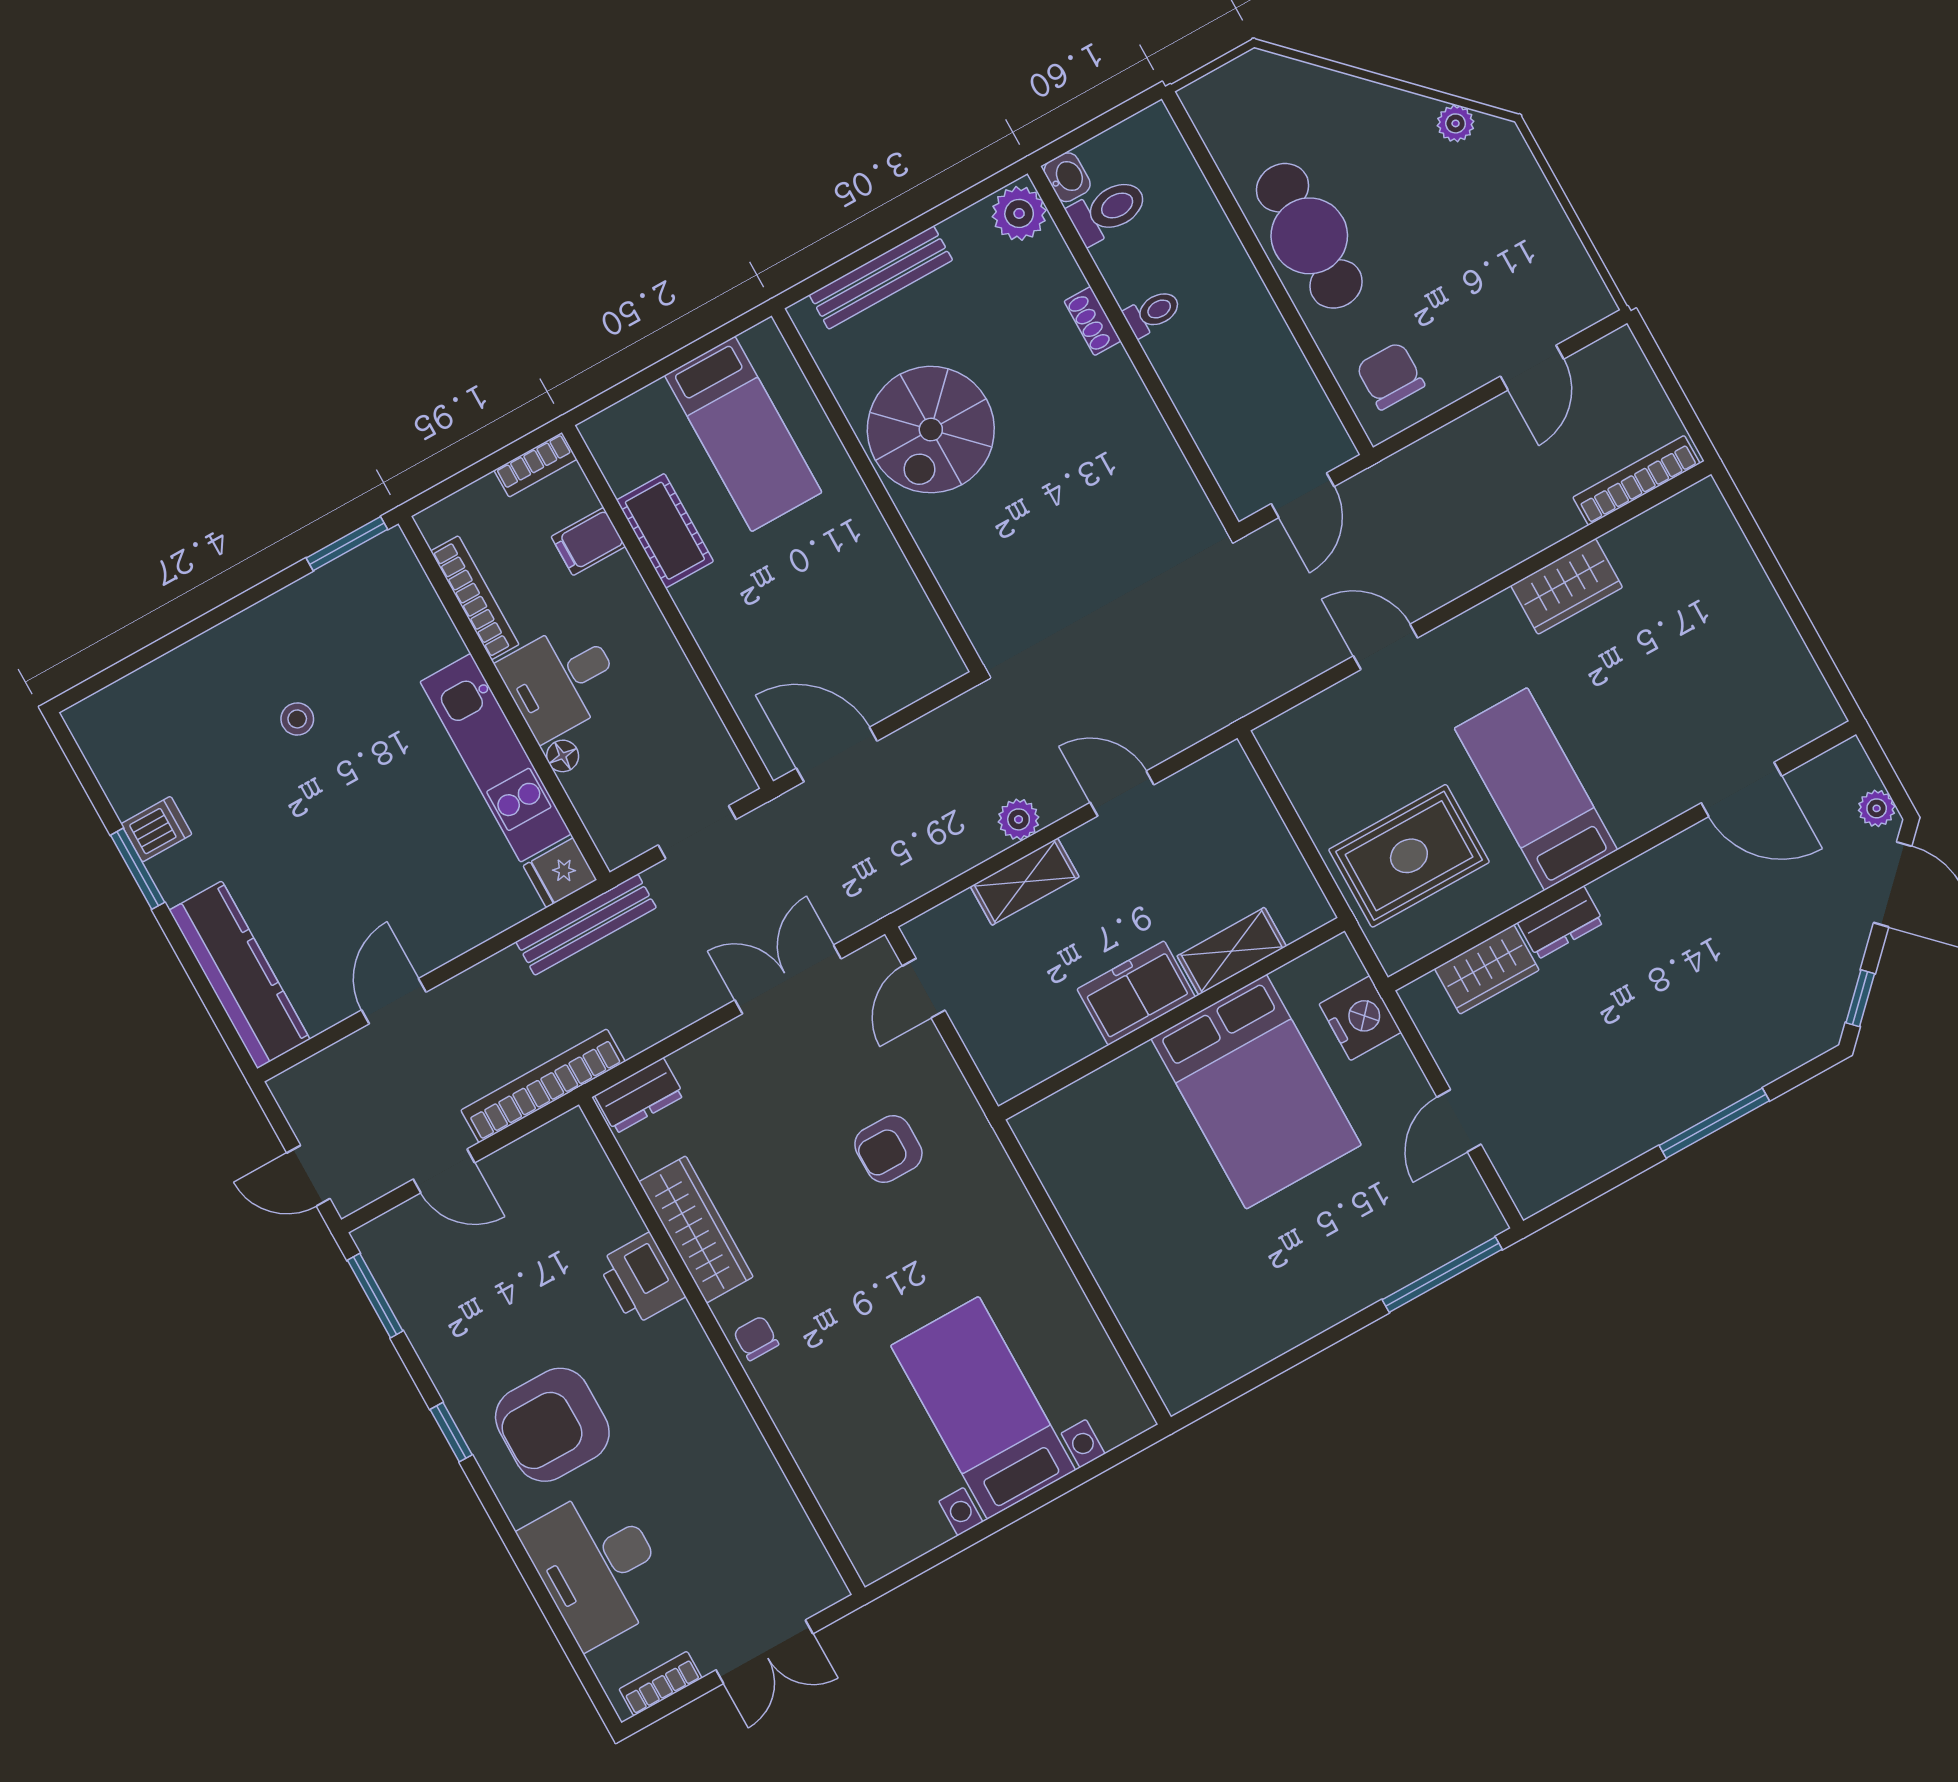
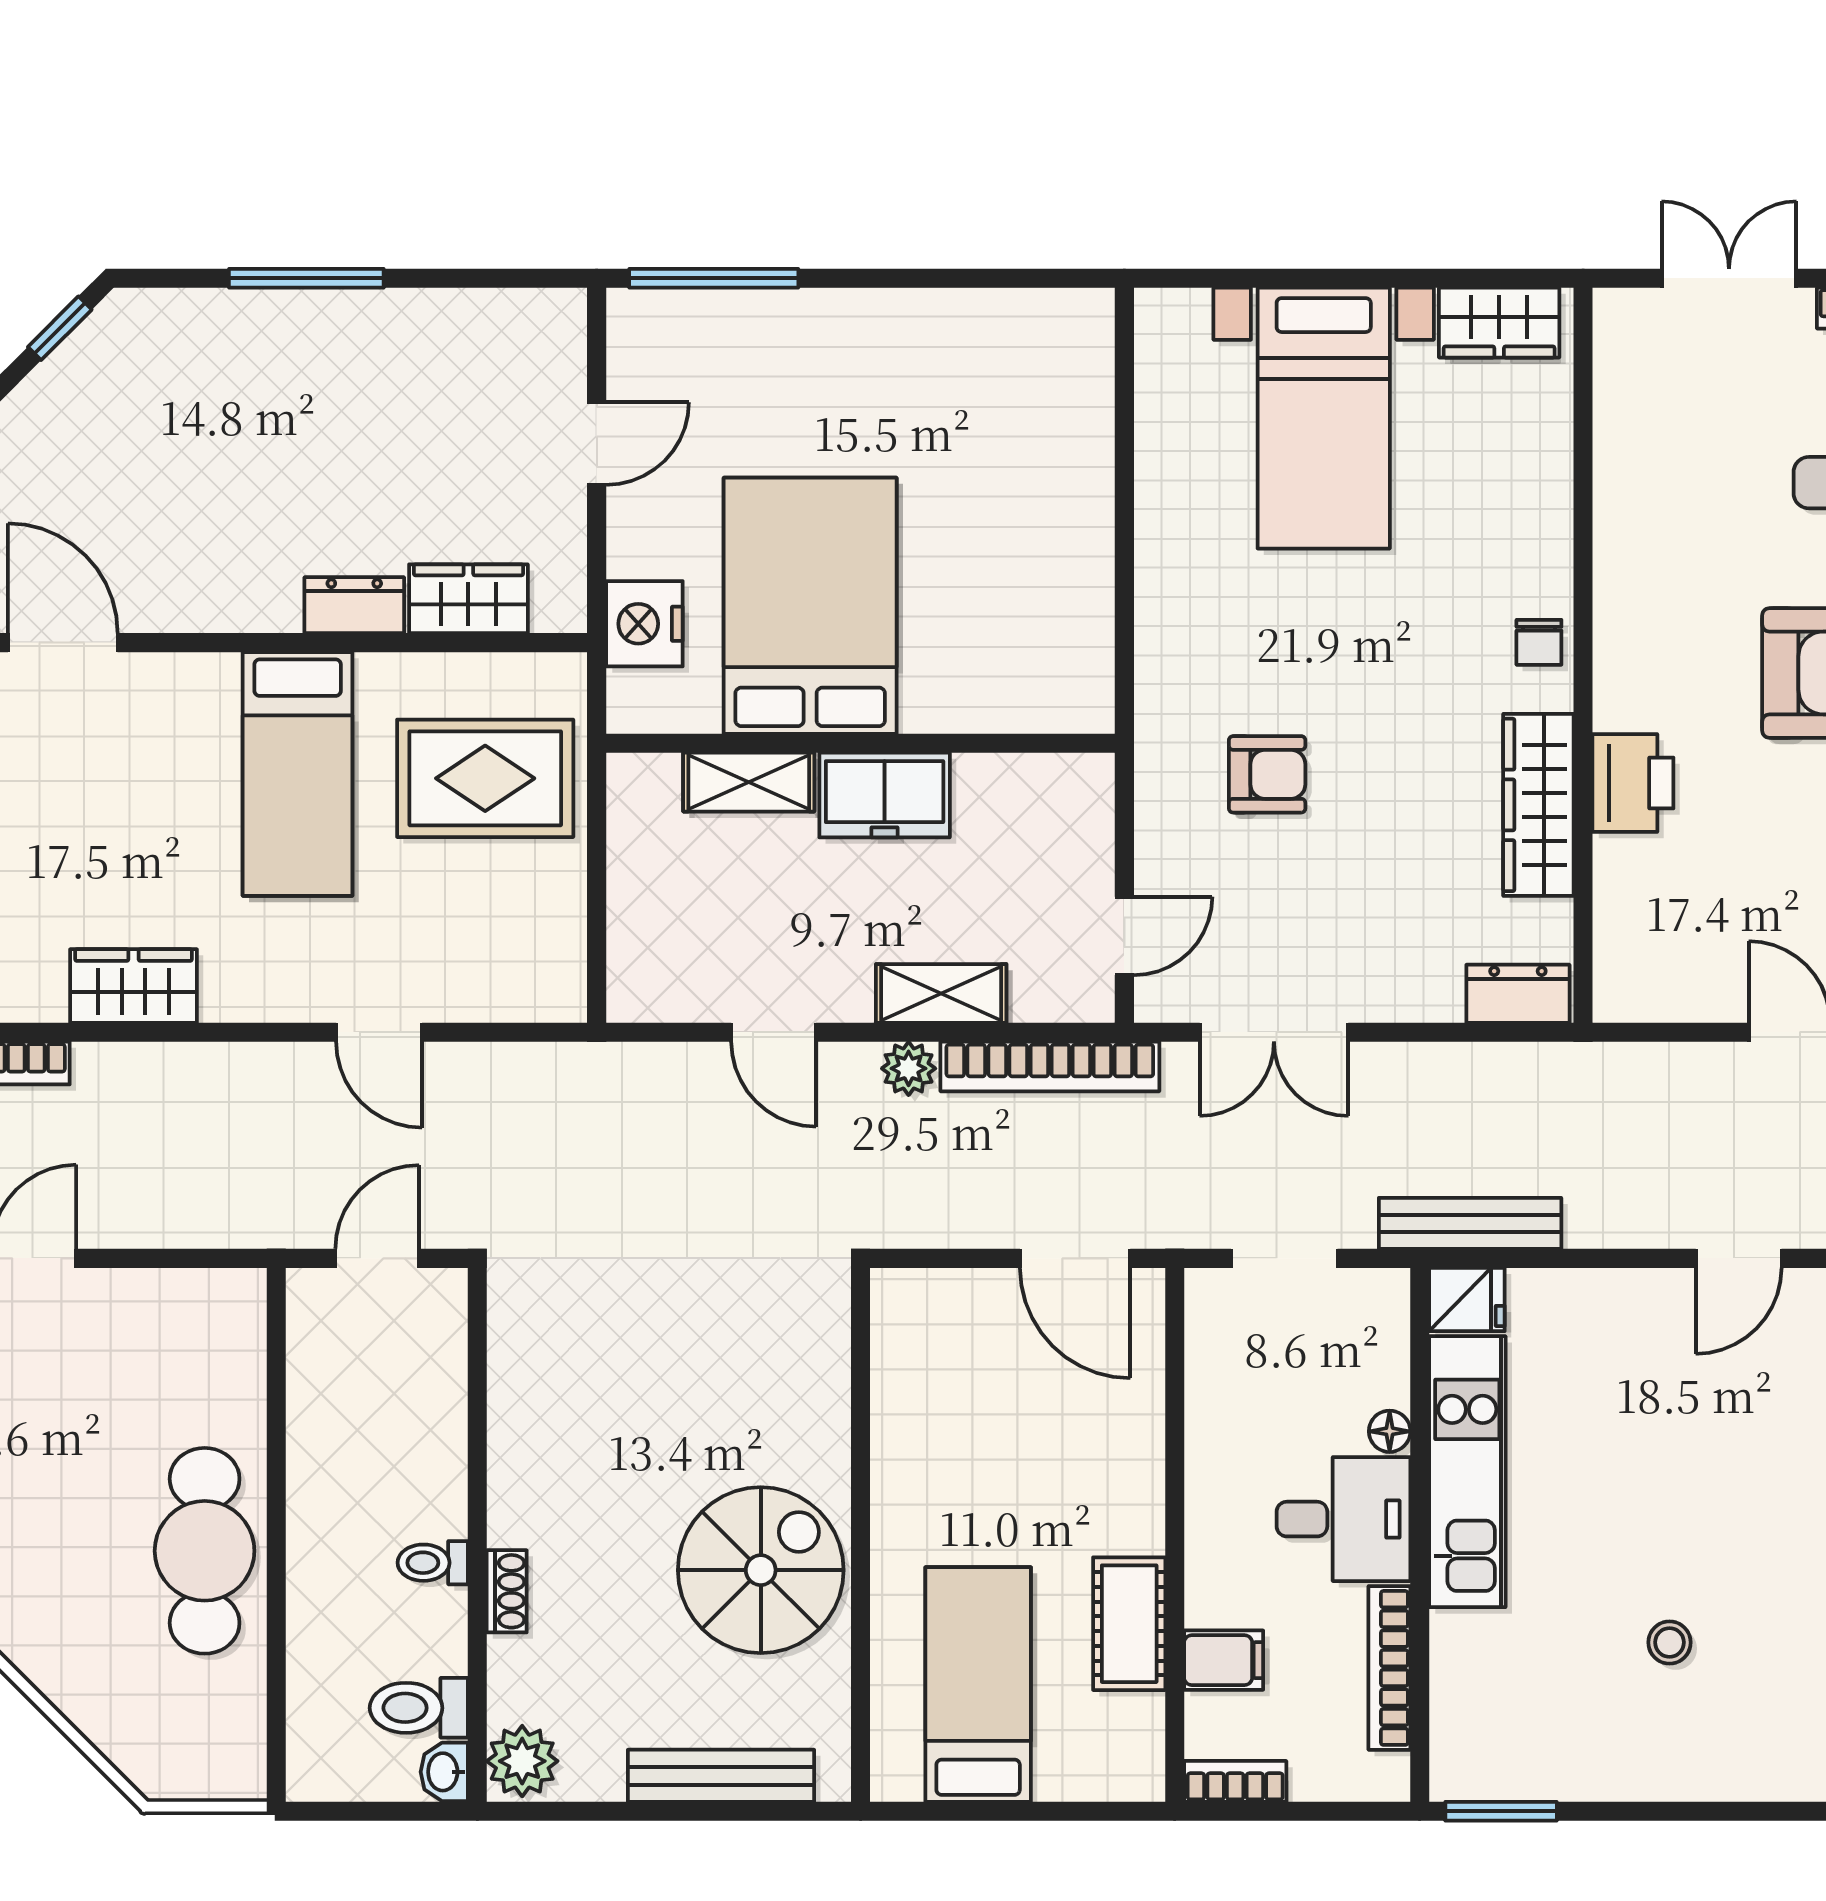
chair: (1390, 376) -> (201, 1339), removed
bookcase: (543, 1086) -> (1050, 1066), moved
wardrobe: (901, 1537) -> (1499, 323), added

